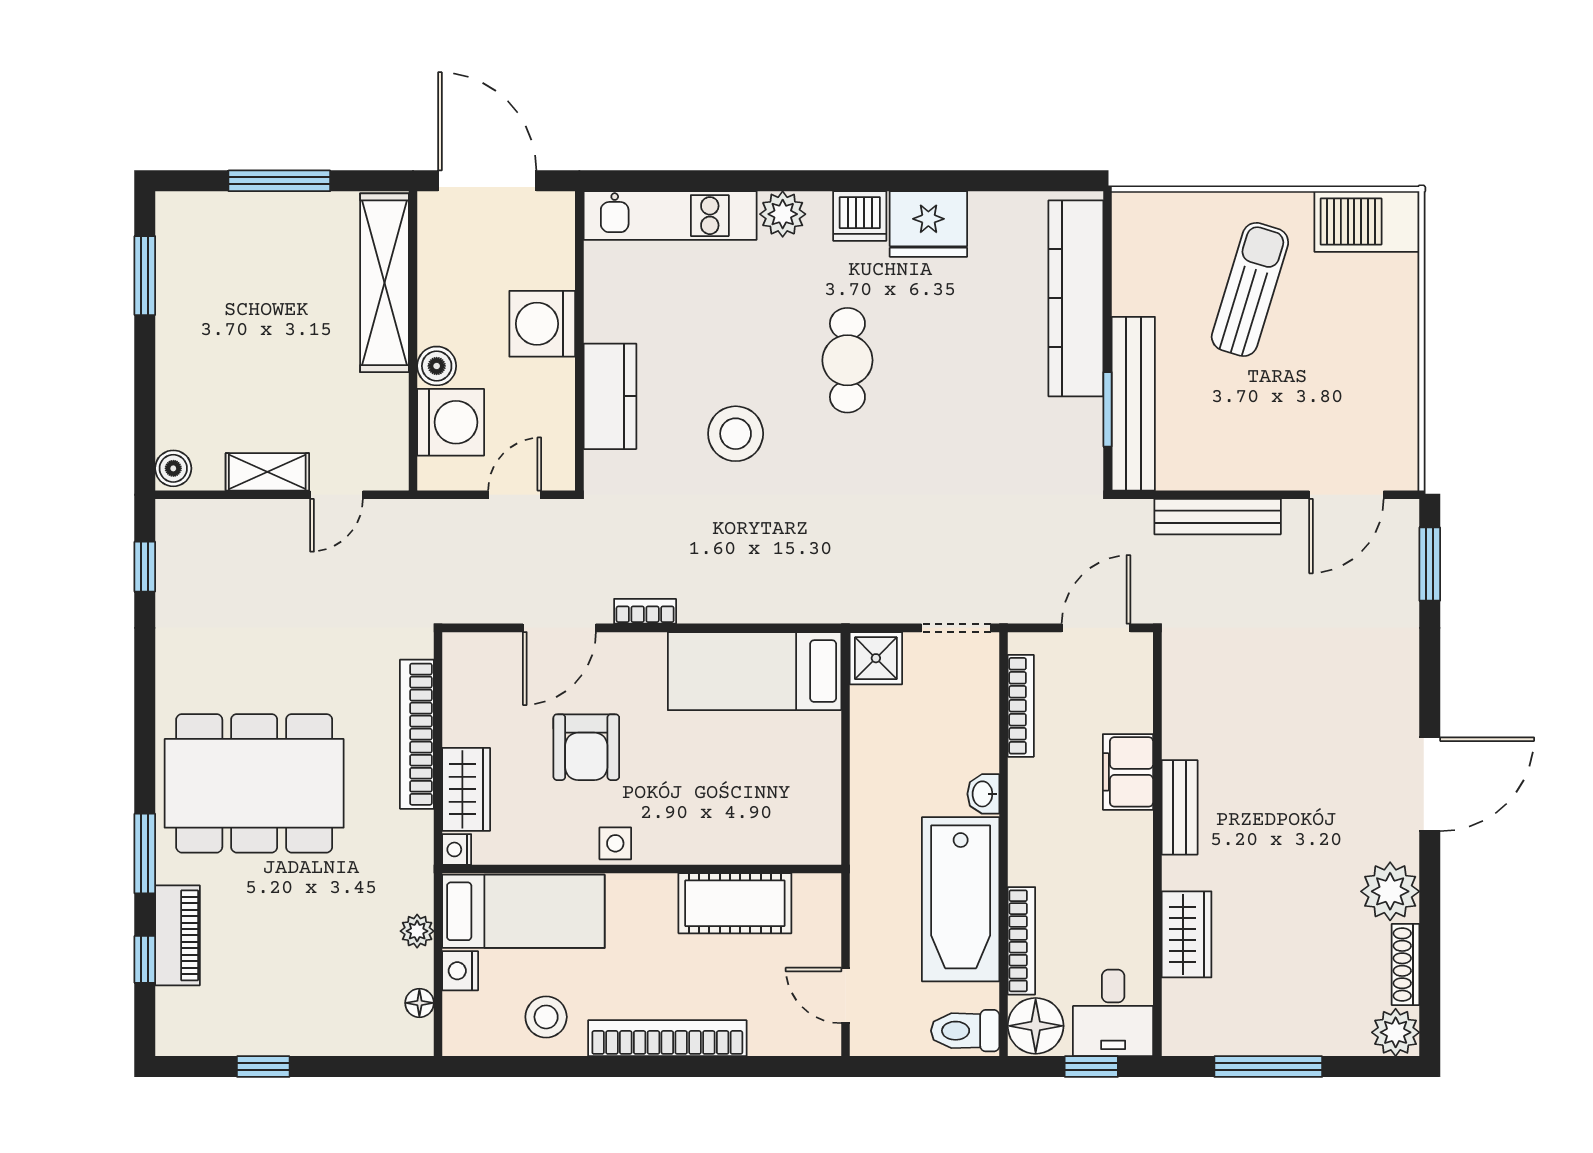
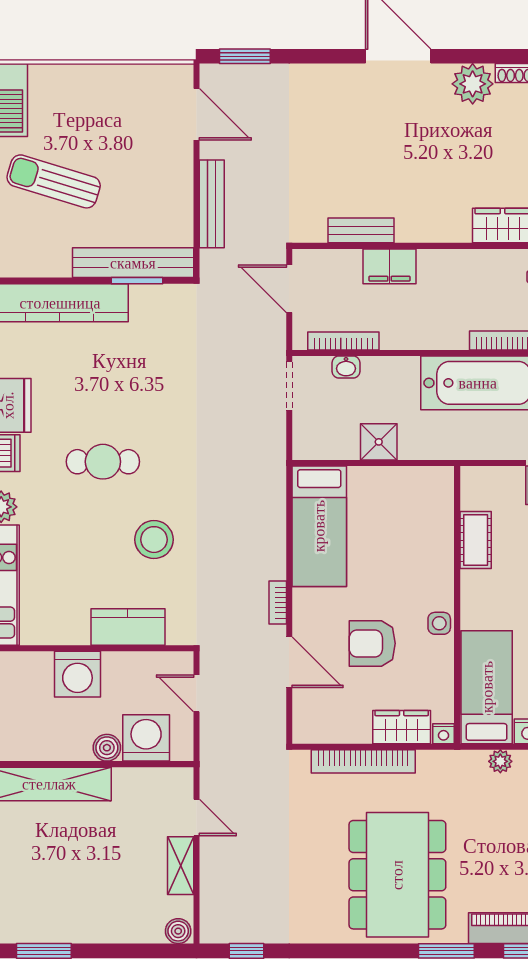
shower: (876, 658) -> (379, 442), moved
armchair: (586, 747) -> (372, 643), turned 180
washbasin: (983, 794) -> (346, 367), moved
bench: (1180, 807) -> (361, 230), moved
cot: (735, 903) -> (476, 540), width x0.73, depth x0.75

